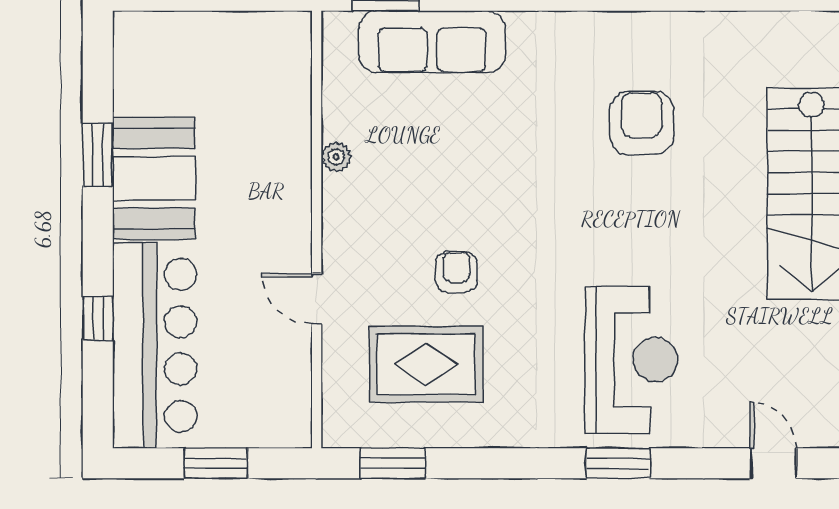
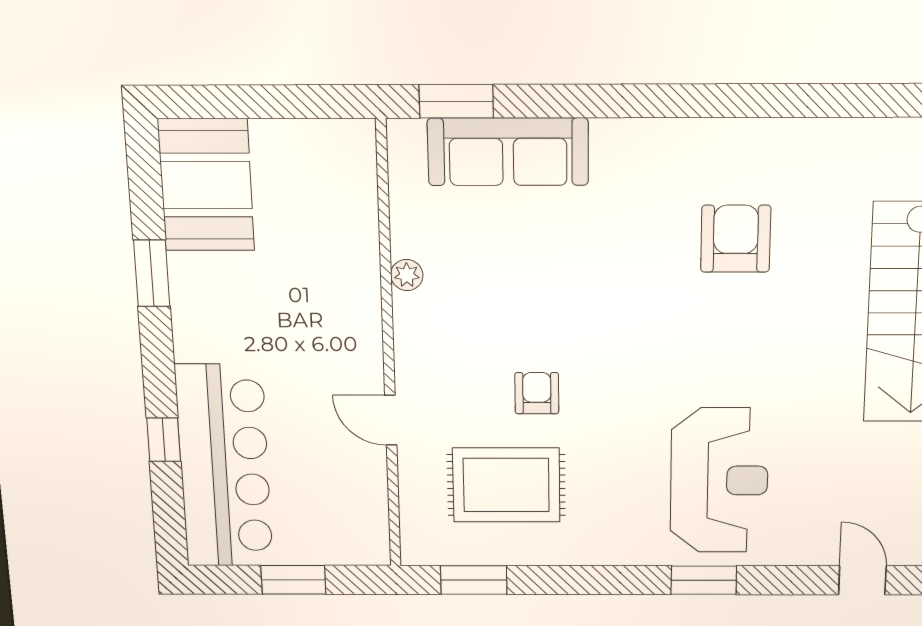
booth: (154, 178) -> (206, 185), moved

